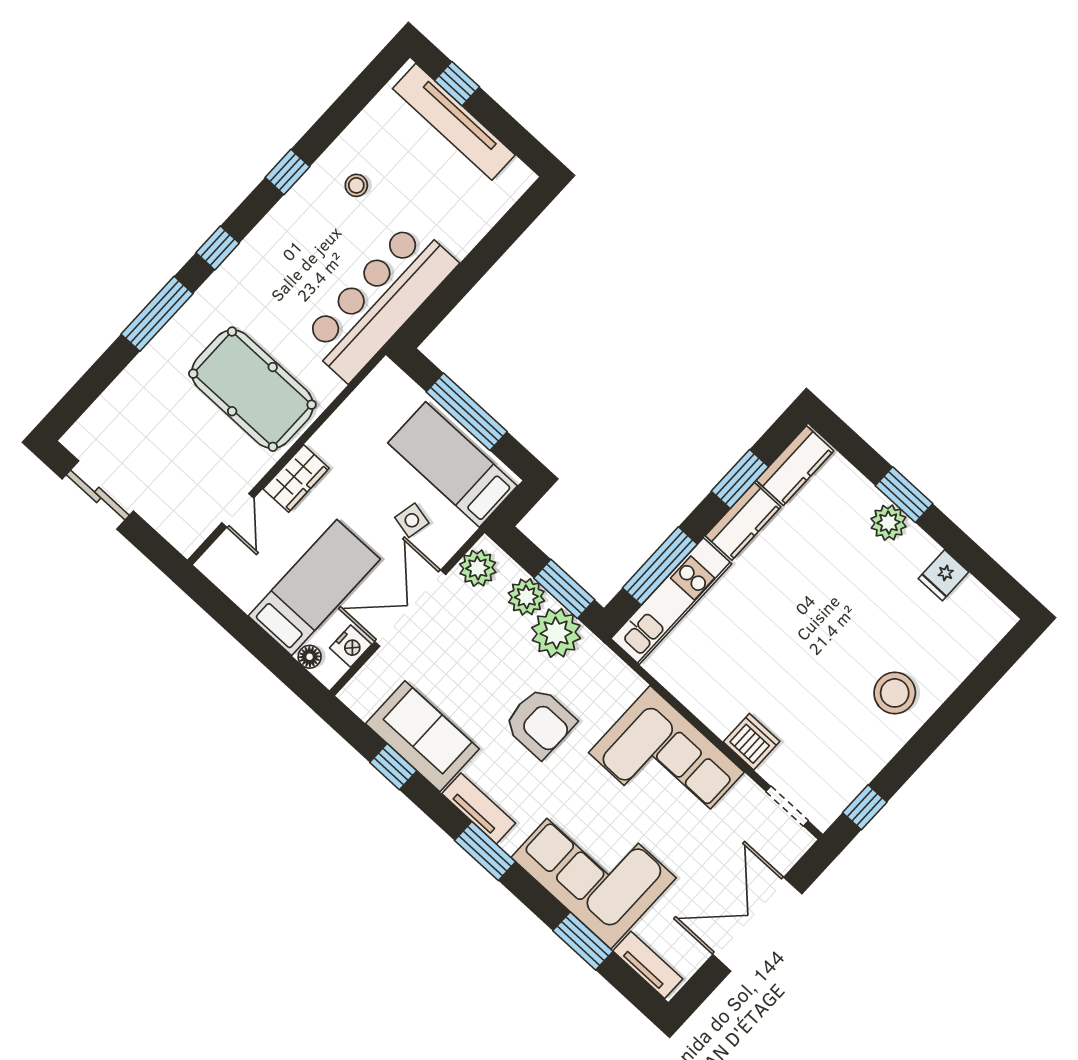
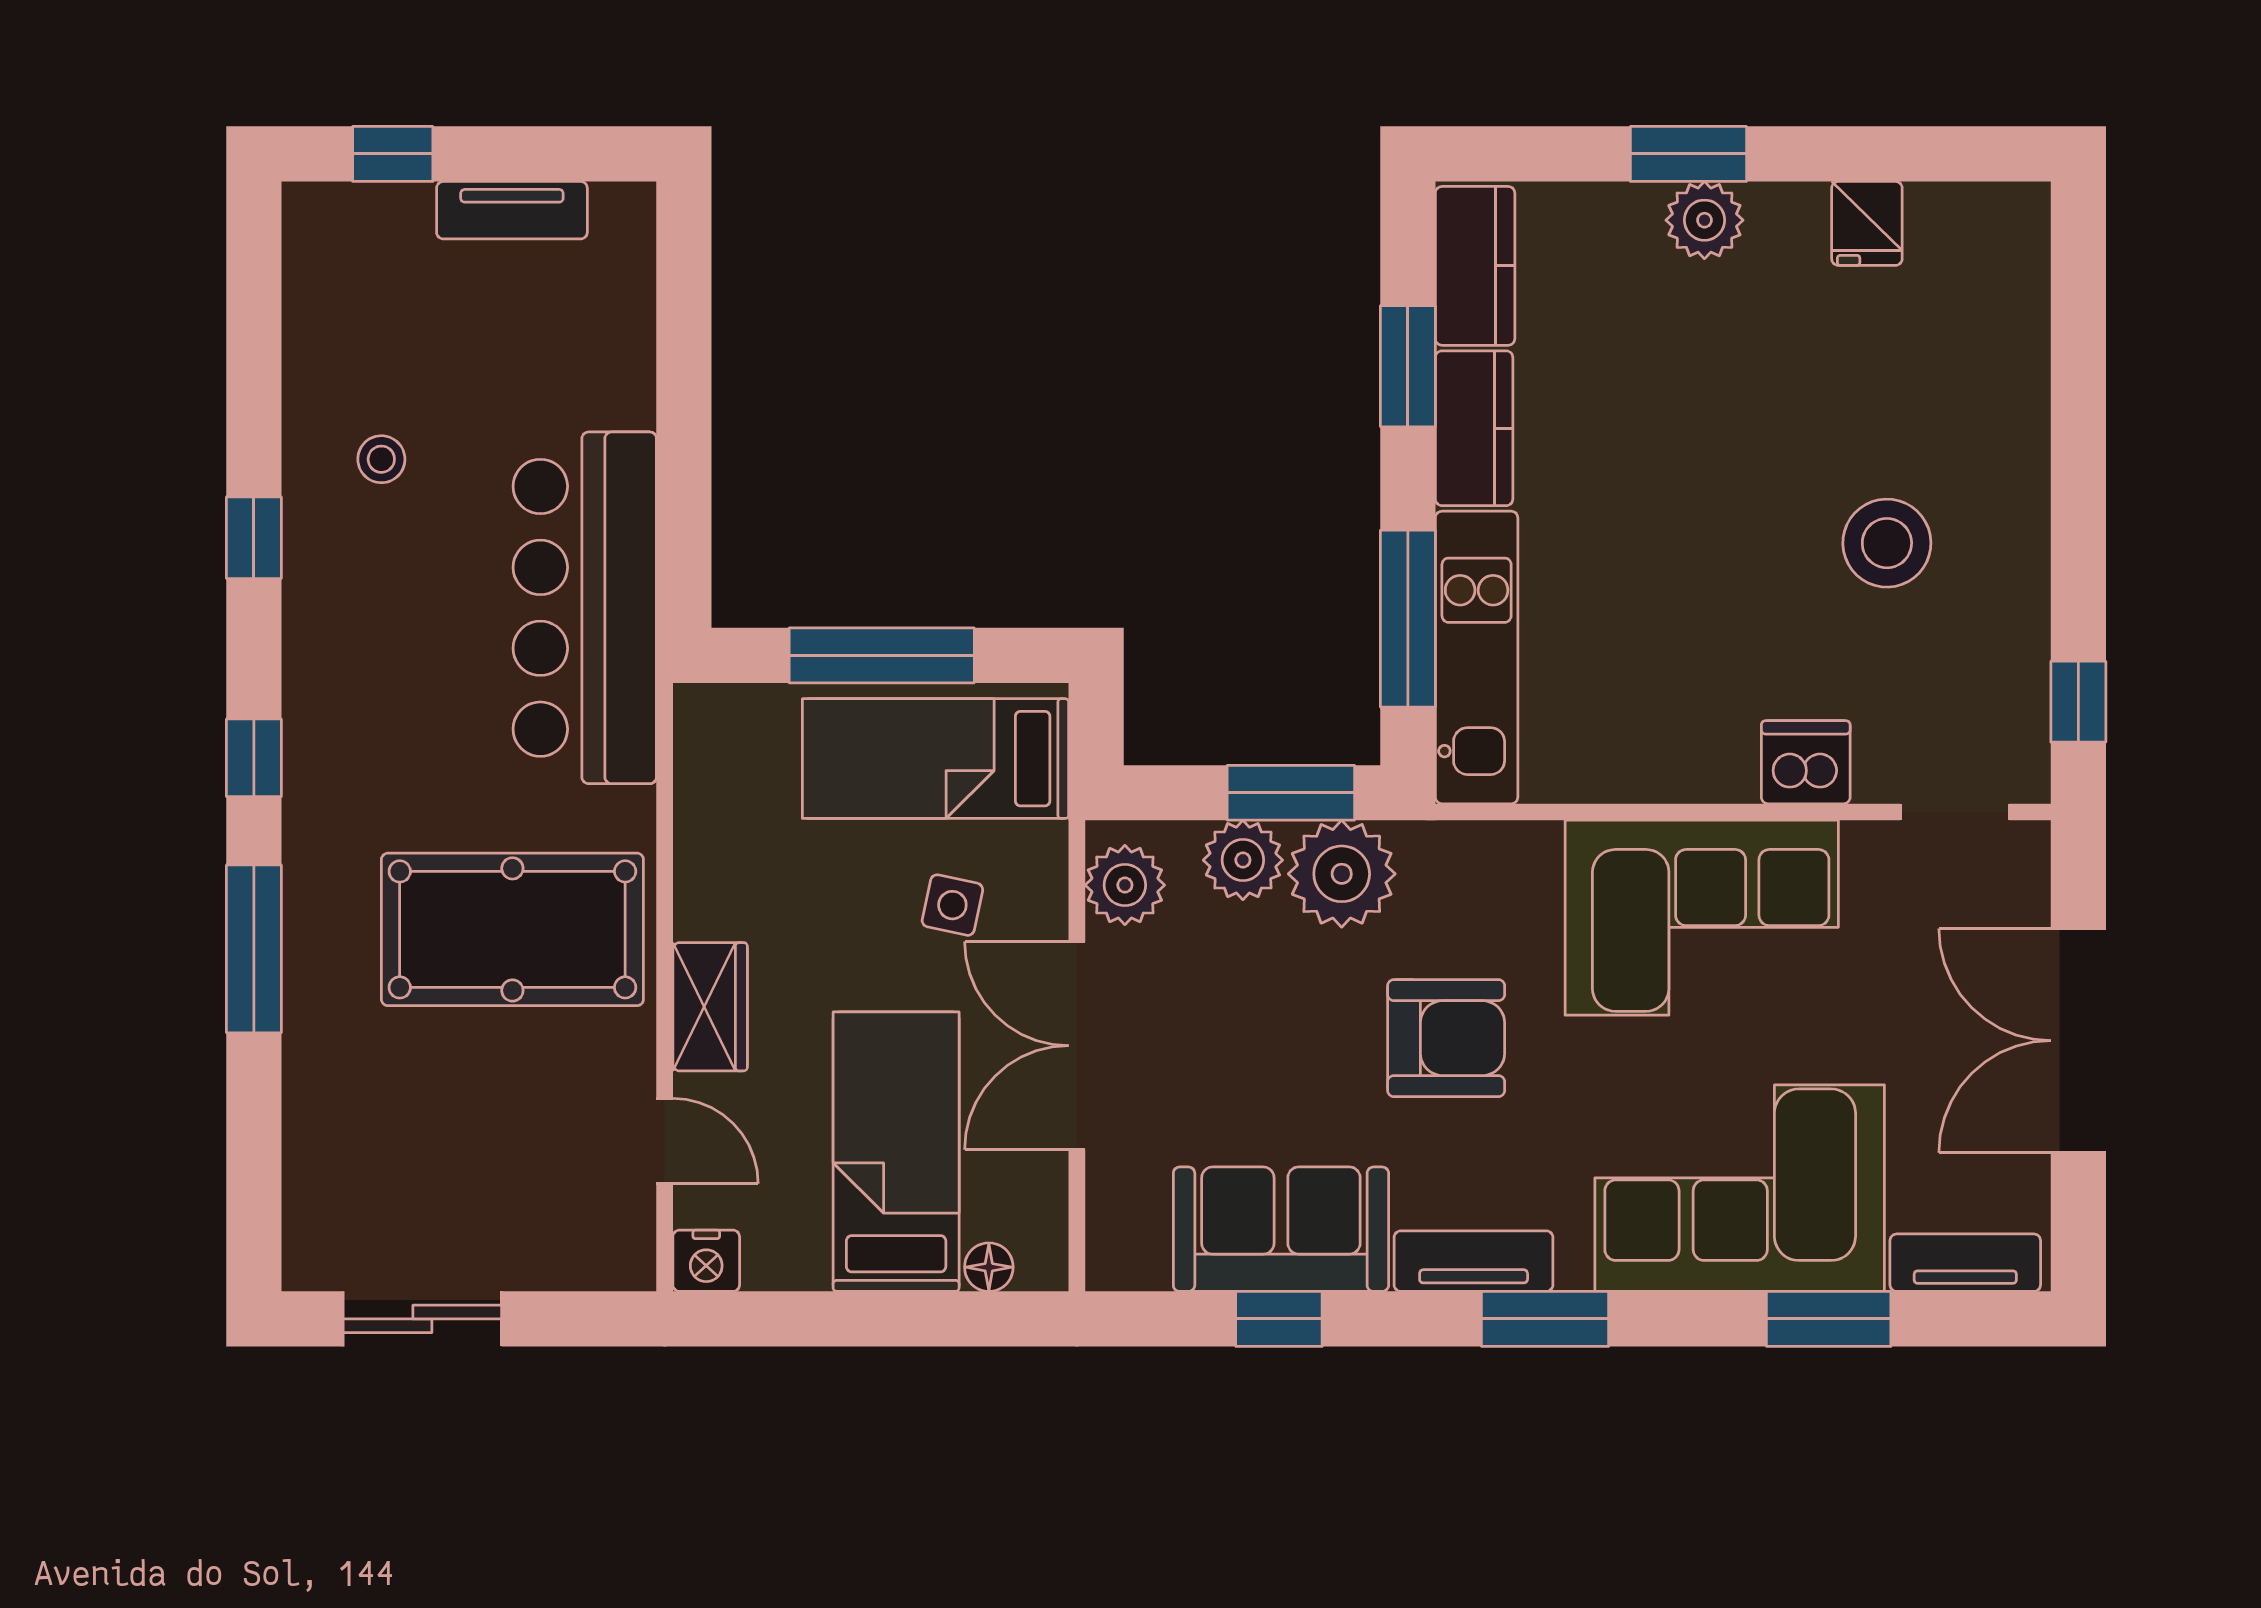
tv unit: (454, 122) -> (512, 210), width x0.52, depth x0.78
nightstand: (351, 646) -> (706, 1261), moved, turned 90
stool: (895, 693) -> (1887, 543), moved

